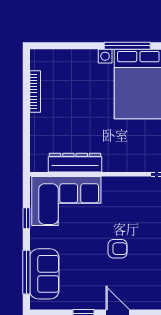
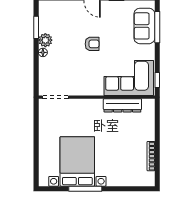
window: (26, 218) -> (157, 80), moved
armchair: (118, 249) -> (92, 44), turned 180

